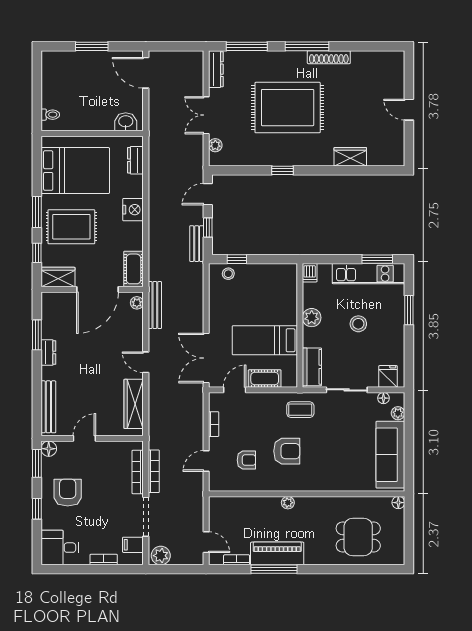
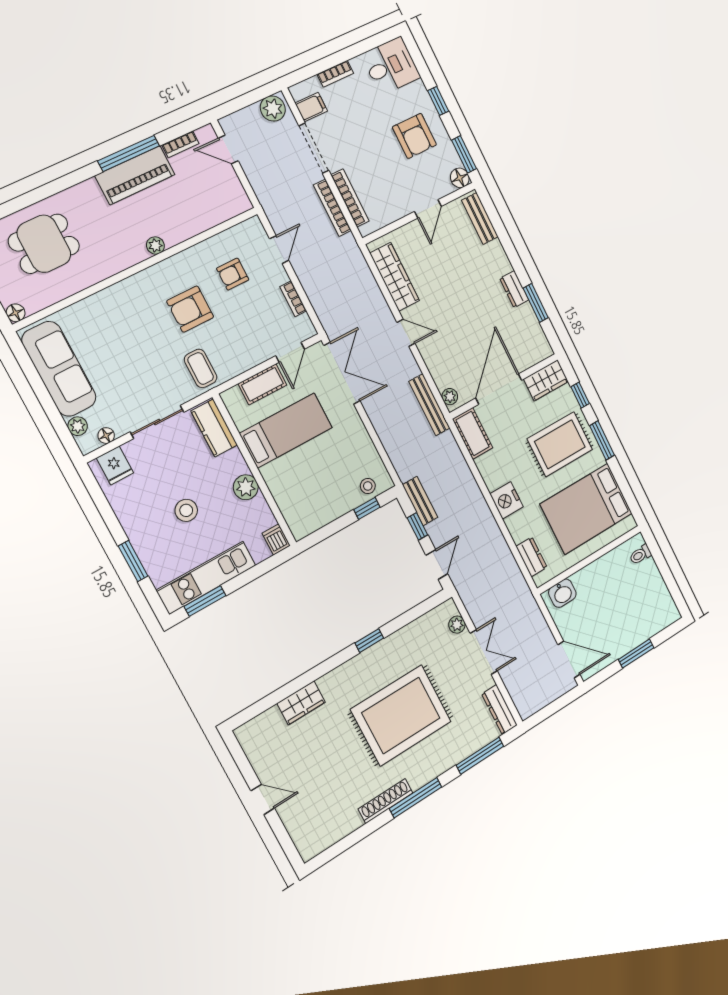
bench: (48, 407) -> (480, 218), width x0.73
coffee table: (300, 410) -> (201, 368), turned 90

